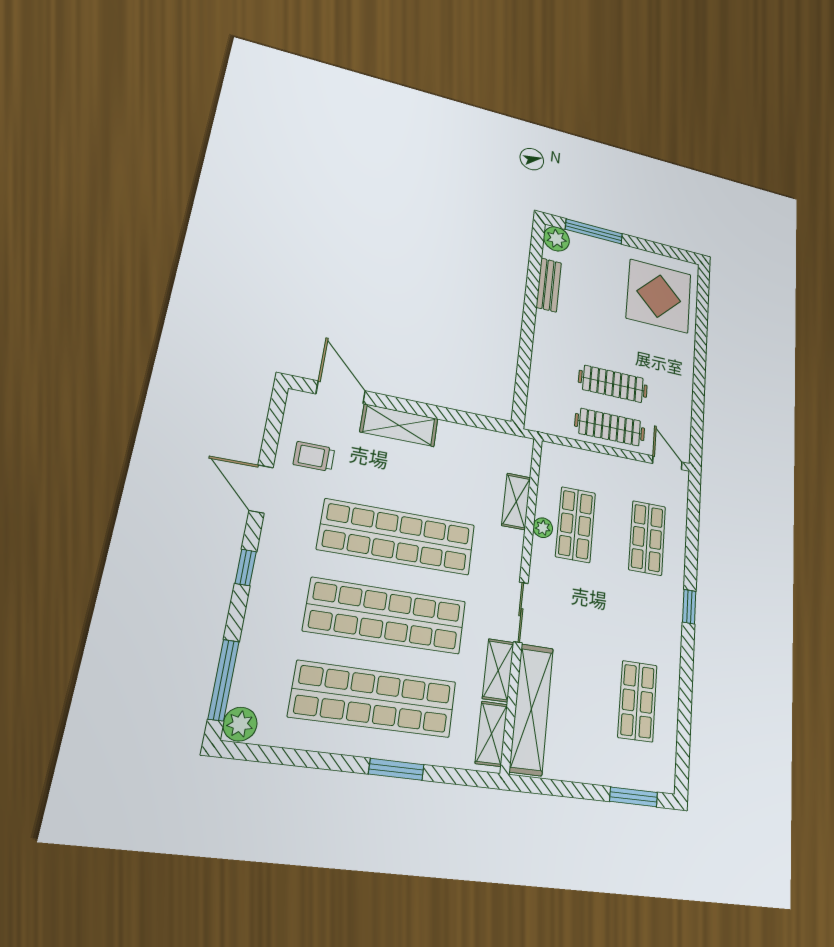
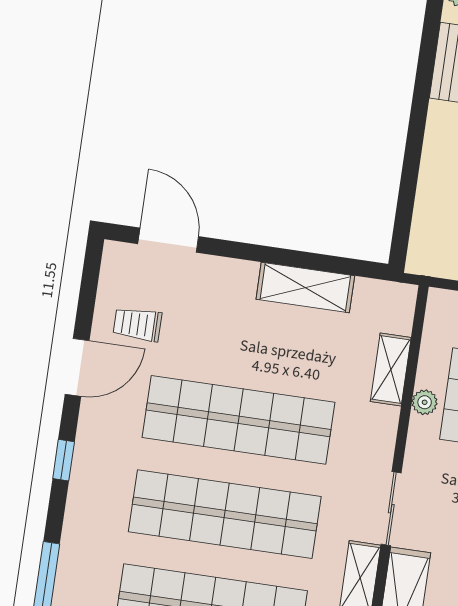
shelving: (399, 425) -> (305, 288), moved
door: (261, 489) -> (77, 367), swing flipped

